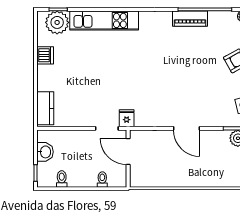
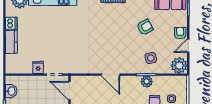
kitchen counter: (45, 108) -> (11, 42), moved
fridge: (127, 118) -> (38, 67), moved

